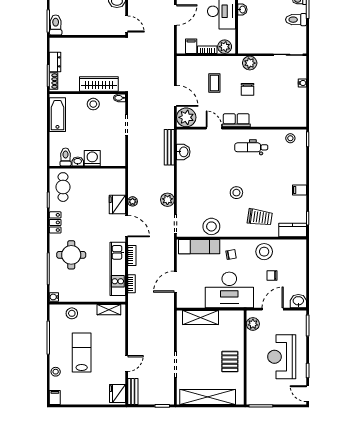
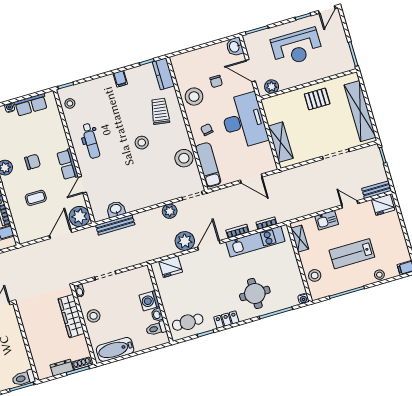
row of seats: (299, 103) -> (31, 105), added
plant: (133, 201) -> (185, 241), width x1.87, depth x1.87
fridge: (117, 204) -> (171, 267), moved
kitchen sink: (118, 339) -> (327, 220), added

